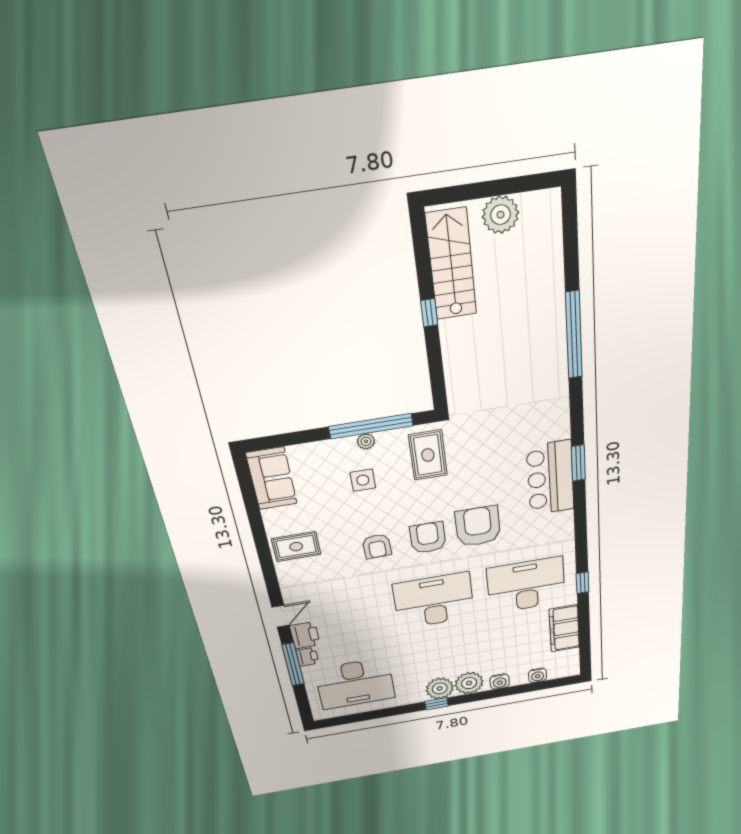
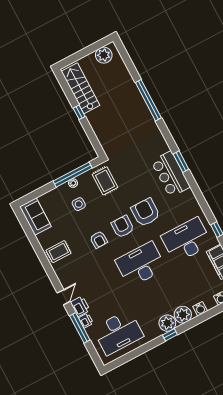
plant: (501, 215) -> (104, 55), moved

